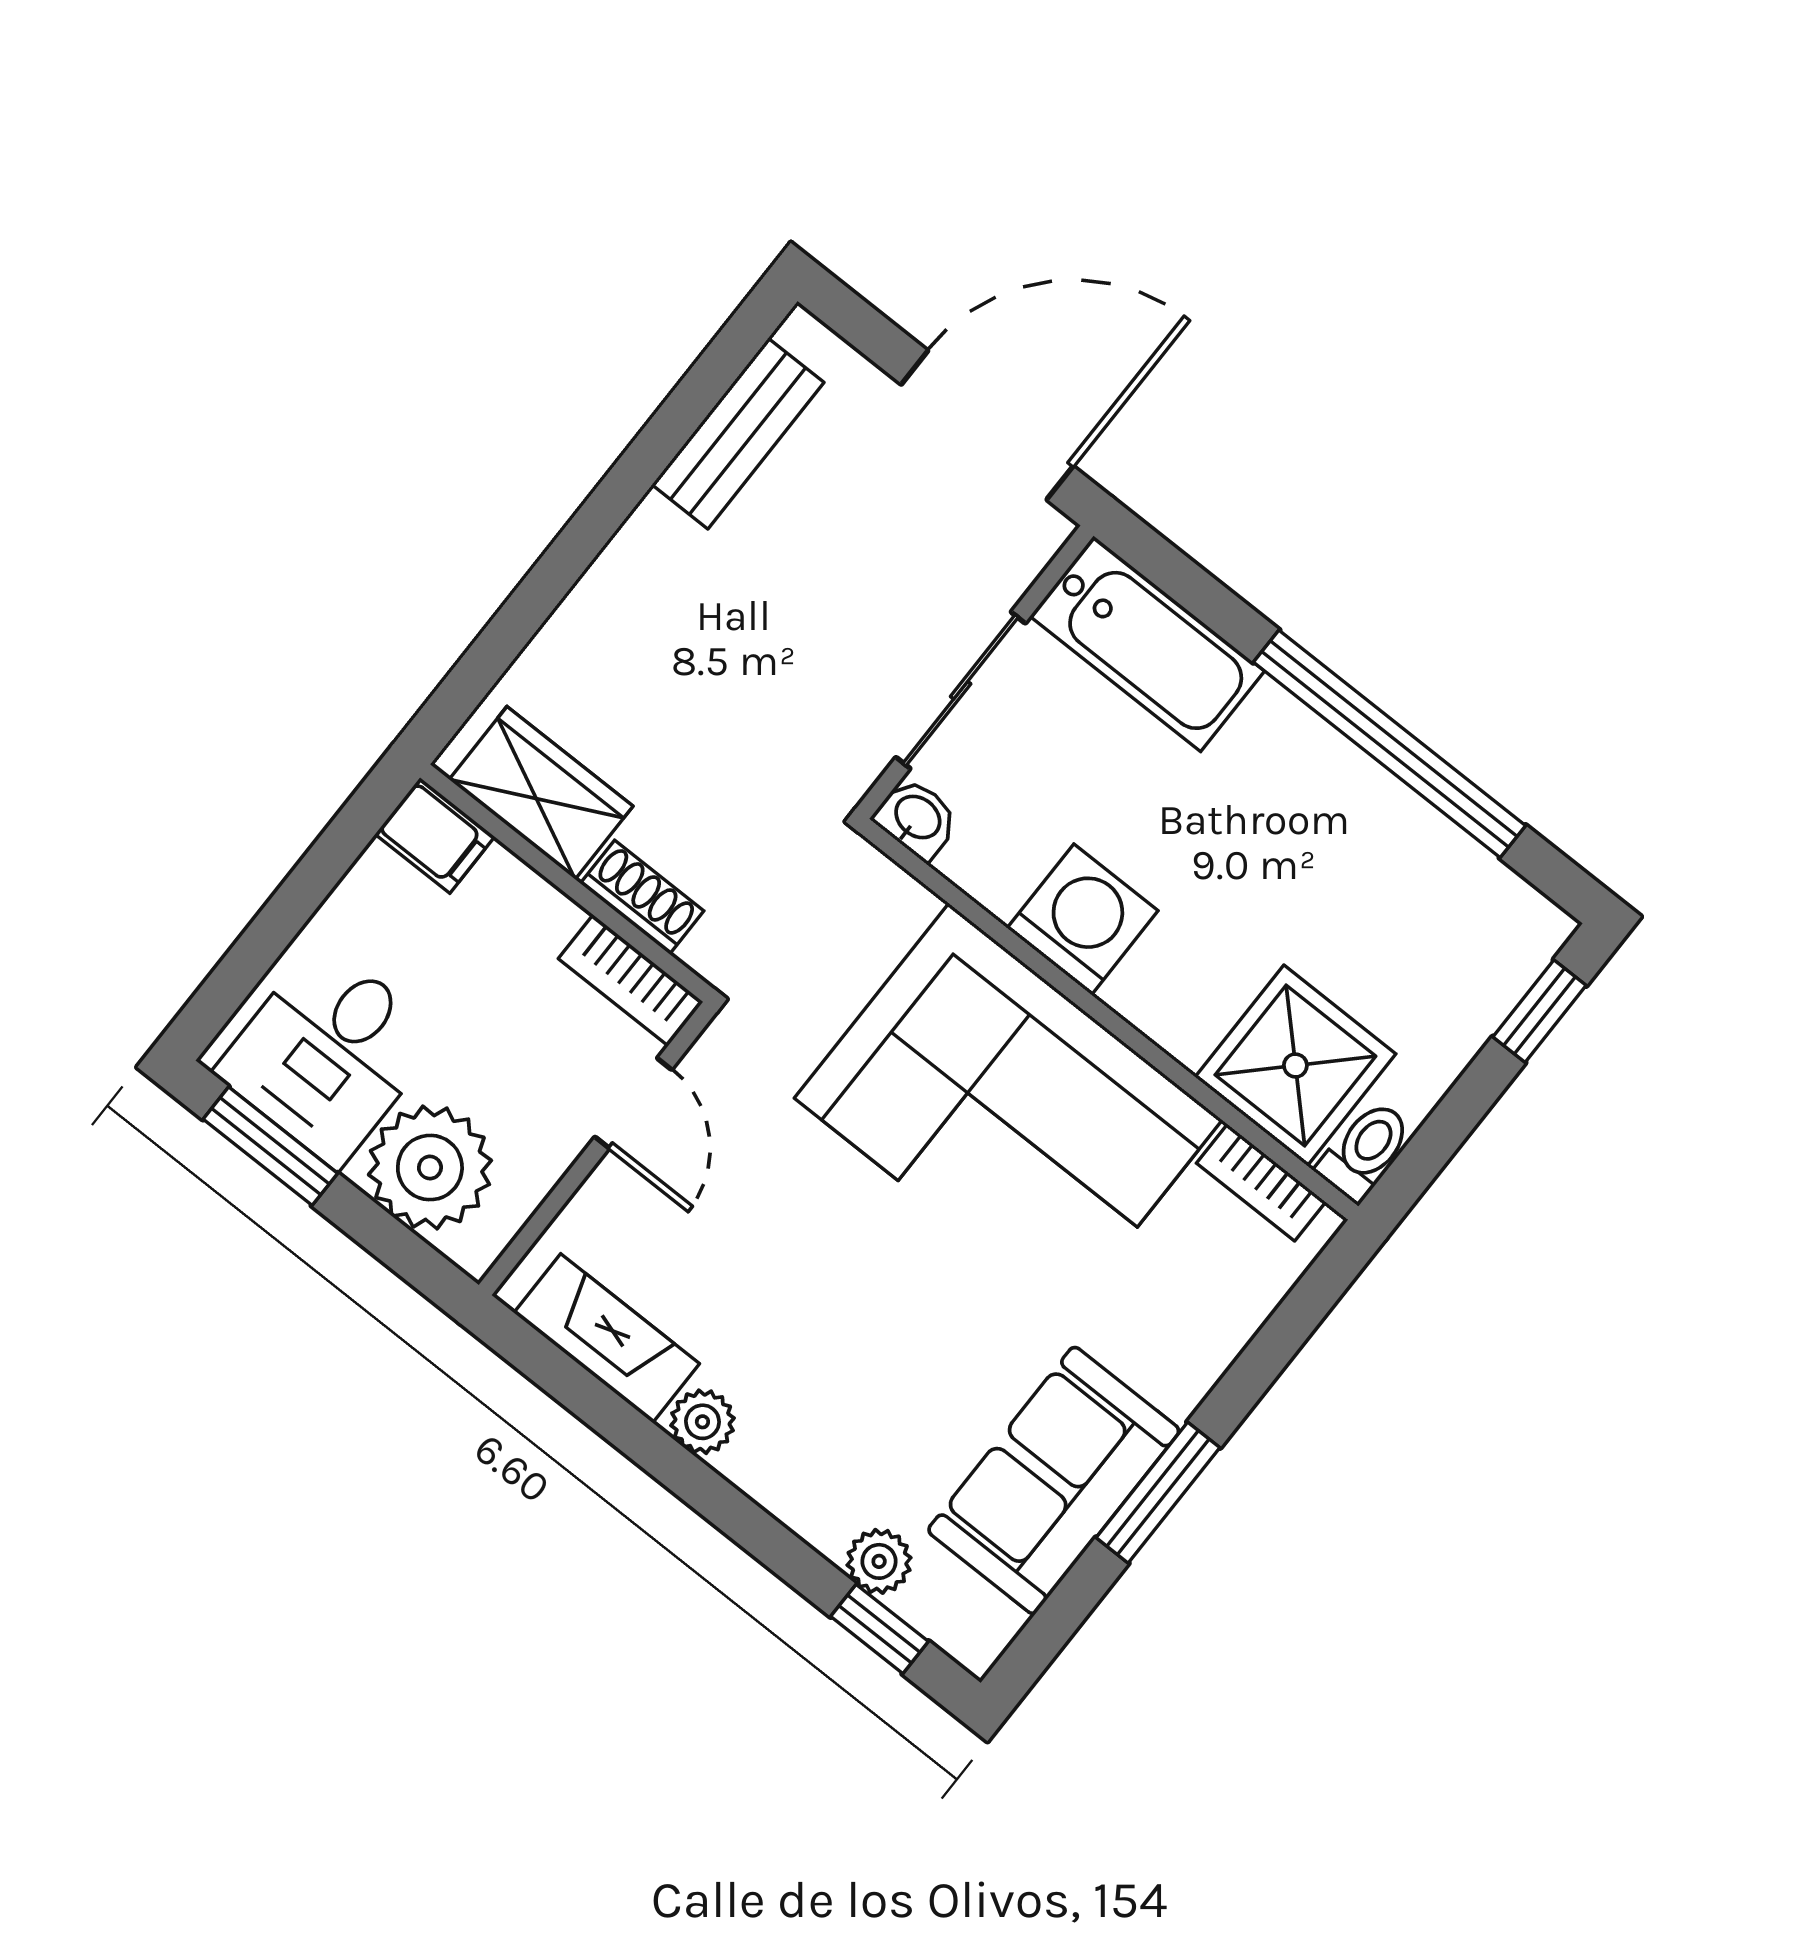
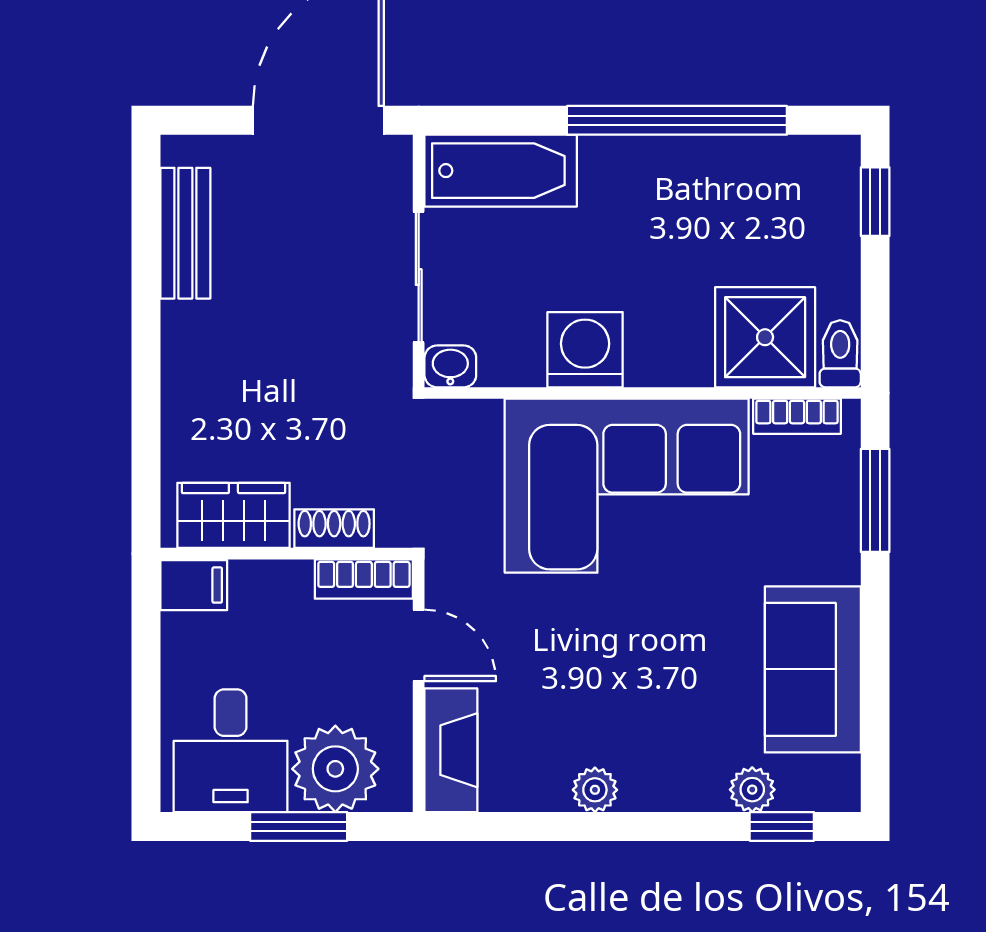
window: (270, 1146) -> (299, 826), moved
fireplace: (607, 1338) -> (451, 750), moved, turned 90
window: (1158, 1493) -> (875, 500), moved

